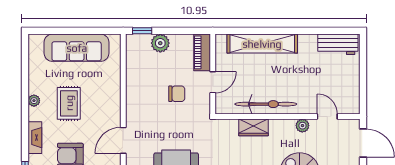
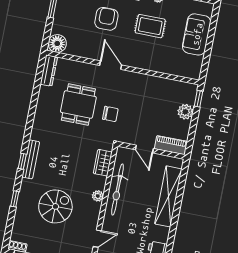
sofa: (77, 48) -> (197, 34), width x0.73
chair: (177, 94) -> (110, 114), moved, turned -90
plant: (302, 126) -> (98, 196), moved
wardrobe: (253, 127) -> (103, 163), moved

